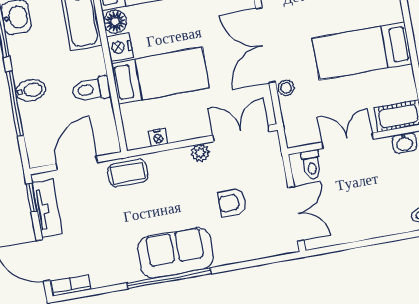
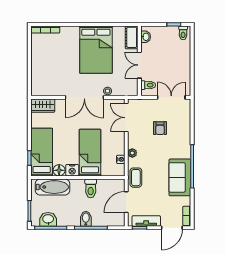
bed: (362, 51) -> (96, 50), width x1.50
plant: (200, 153) -> (132, 153), moved
door: (77, 163) -> (126, 202), hinge flipped
sofa: (176, 253) -> (180, 177), moved

